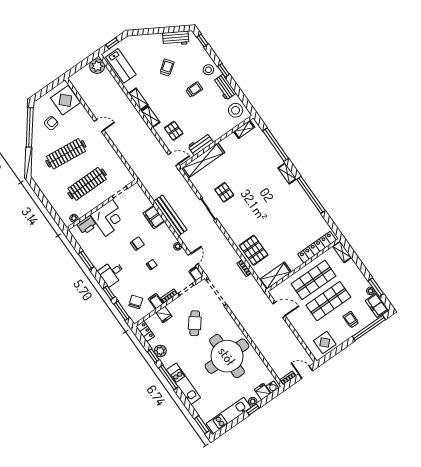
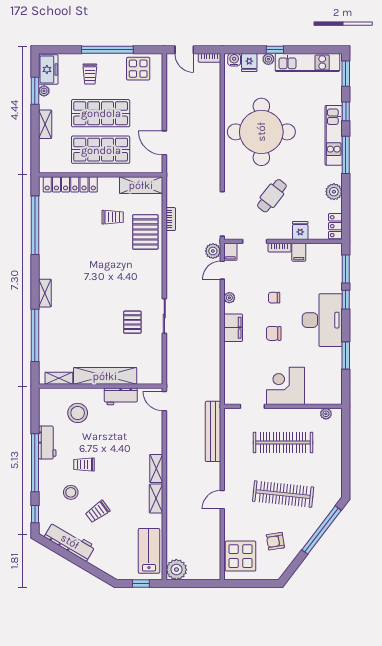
workbench: (176, 38) -> (70, 541), width x1.38
stool: (208, 70) -> (71, 492), moved
window: (223, 70) -> (35, 463), width x3.17
stool: (236, 110) -> (78, 413), moved
door: (99, 126) -> (222, 500), hinge flipped
window: (30, 127) -> (321, 530), moved
pallet: (174, 131) -> (141, 434), removed
shelving: (203, 160) -> (105, 376), moved
window: (311, 195) -> (35, 225), moved
bench: (170, 215) -> (213, 431), moved
filing cabinet: (154, 217) -> (233, 328), moved
printer: (87, 225) -> (317, 396), removed
trolley: (279, 245) -> (113, 217), added
shelving: (342, 252) -> (45, 124), moved
plant: (206, 267) -> (213, 251), added
desk: (112, 273) -> (322, 320), width x1.87, depth x1.30
chair: (136, 302) -> (322, 268), removed
window: (369, 328) -> (107, 50), moved
window: (153, 356) -> (346, 111), moved

